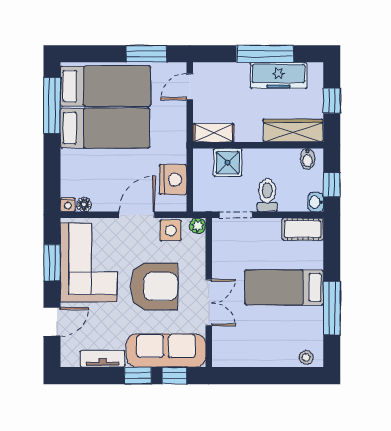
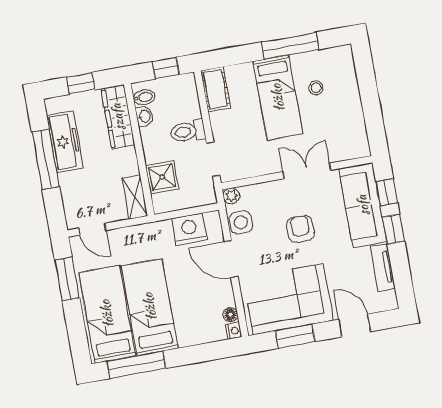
washbasin: (316, 202) -> (144, 116), moved, turned -90
armchair: (154, 286) -> (300, 229), width x0.53, depth x0.53
stool: (306, 357) -> (316, 88), moved

